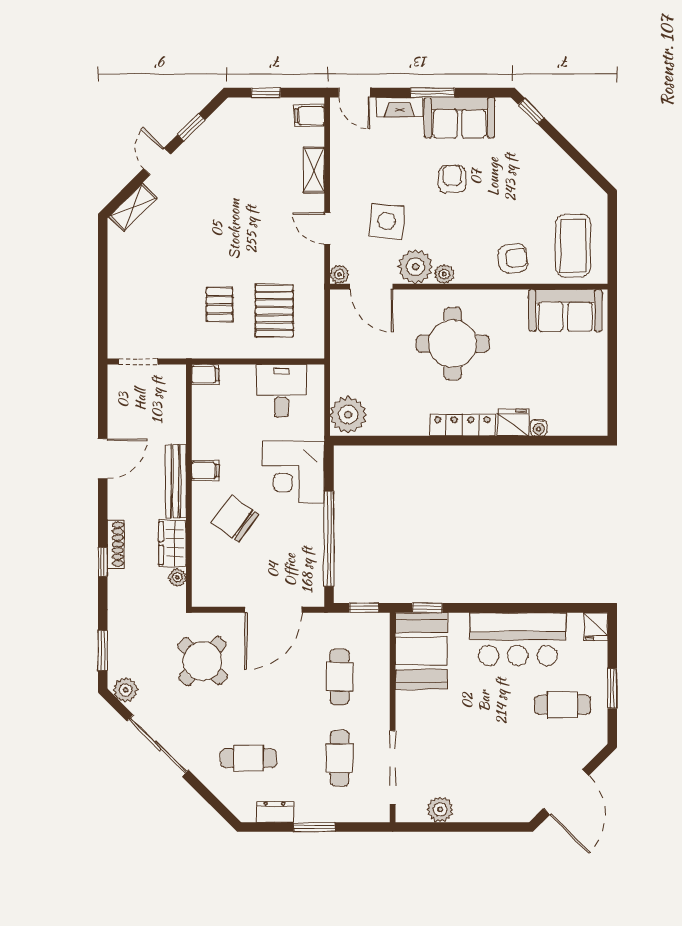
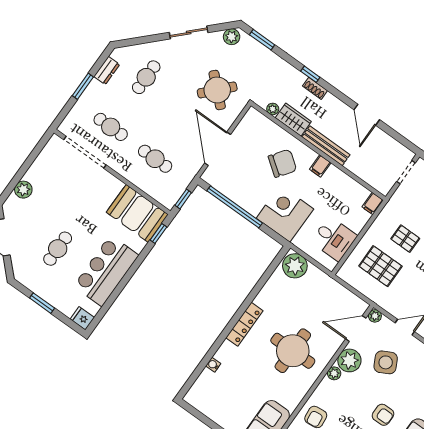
side table: (386, 221) -> (386, 362), turned -33
fridge: (513, 422) -> (226, 353), removed
shoe rack: (116, 544) -> (315, 88), width x0.70
cafe table: (563, 705) -> (58, 249), moved
sliding door: (158, 746) -> (189, 32), width x0.73
plant: (440, 810) -> (23, 190), moved

